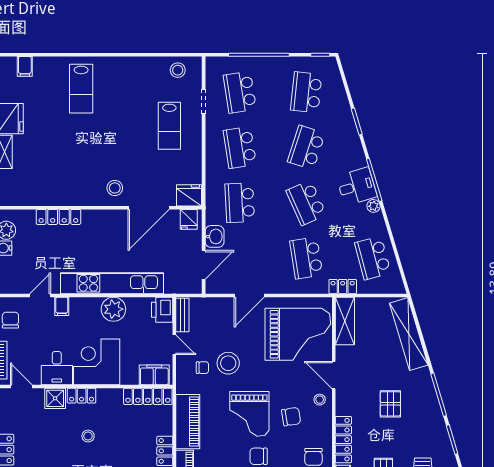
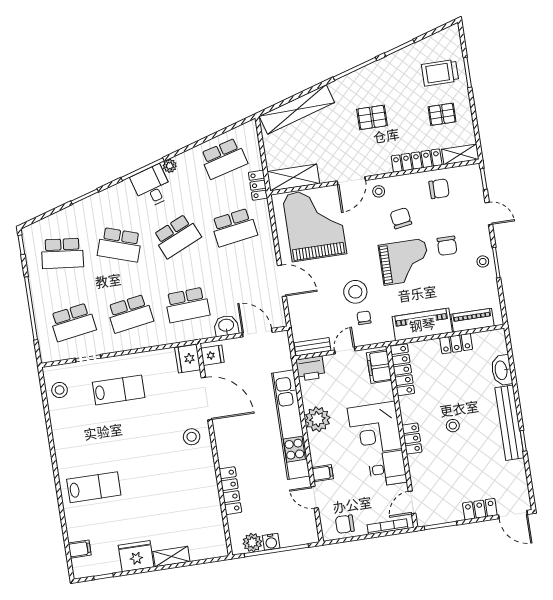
shower: (55, 398) -> (419, 466), removed

